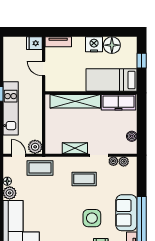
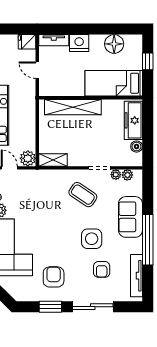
nightstand: (94, 44) -> (79, 43), moved
freezer: (118, 102) -> (133, 120), moved, turned 90
shelving: (75, 148) -> (53, 160), moved
coffee table: (40, 168) -> (33, 182), removed
coffee table: (84, 179) -> (83, 195), turned 34
sofa: (126, 213) -> (130, 217), moved

